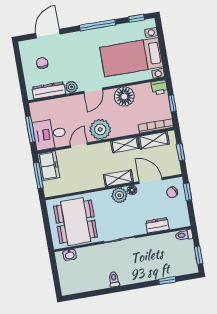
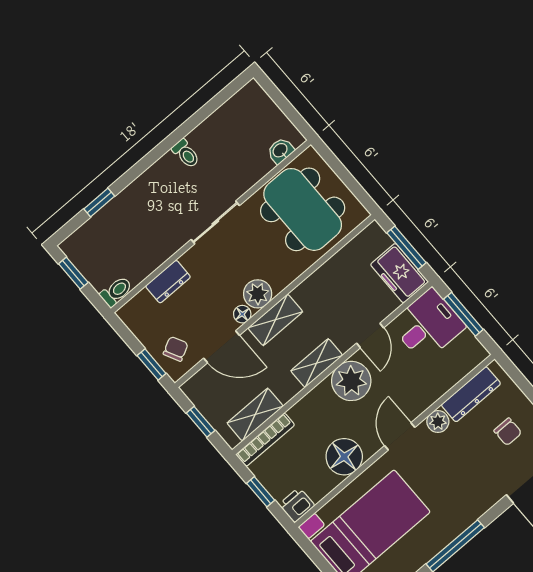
shelving: (125, 145) -> (317, 363), moved

